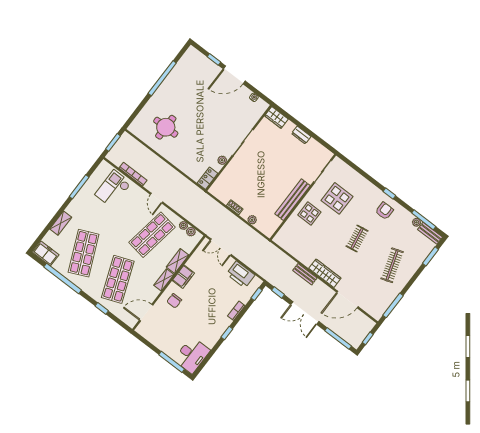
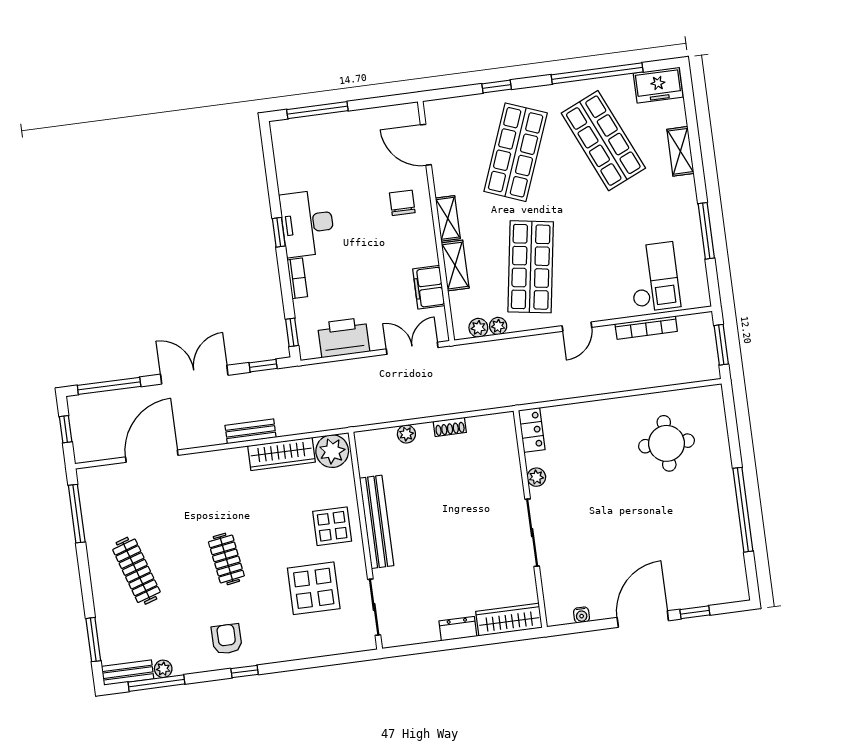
wardrobe: (276, 117) -> (509, 620), width x1.50
door: (157, 198) -> (577, 327), swing flipped
armchair: (384, 211) -> (227, 639), turned 180
plant: (284, 239) -> (332, 451), added
wardrobe: (325, 273) -> (281, 454), moved
filing cabinet: (183, 277) -> (429, 287), moved
shop shelf: (118, 279) -> (516, 152), turned 42
door: (146, 313) -> (426, 145), swing flipped
desk: (192, 355) -> (307, 223), moved

